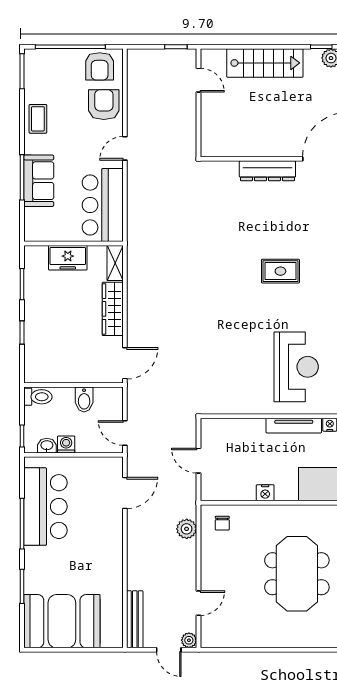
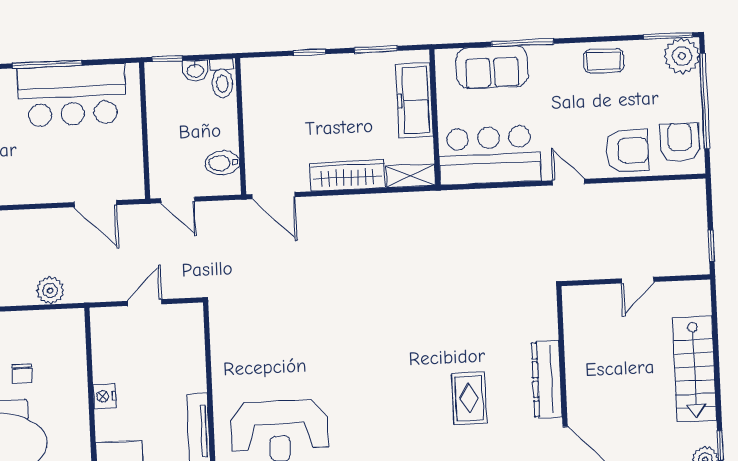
plant: (37, 62) -> (682, 56), added
armchair: (100, 66) -> (680, 142), turned 90
door: (198, 80) -> (638, 280), moved
sofa: (39, 181) -> (492, 67), moved
freezer: (68, 258) -> (414, 100), width x1.40
rug: (280, 271) -> (469, 398), moved
bidet: (84, 400) -> (222, 163), moved
door: (125, 433) -> (178, 200), swing flipped
washing machine: (66, 444) -> (158, 120), removed
washbasin: (47, 446) -> (195, 70), moved, turned 90
chair: (222, 523) -> (22, 374), moved, turned -90

